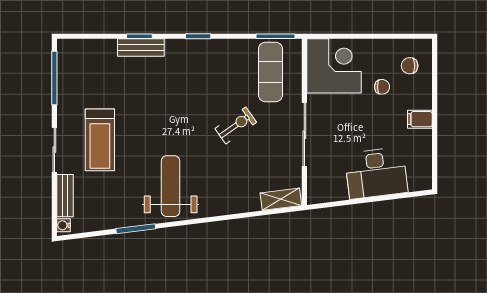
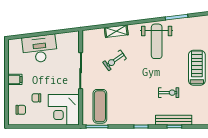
bench: (141, 48) -> (174, 120), width x1.36
exercise bike: (150, 96) -> (169, 93), added
exercise bike: (236, 125) -> (115, 60), moved
shelving: (281, 199) -> (116, 31), moved

